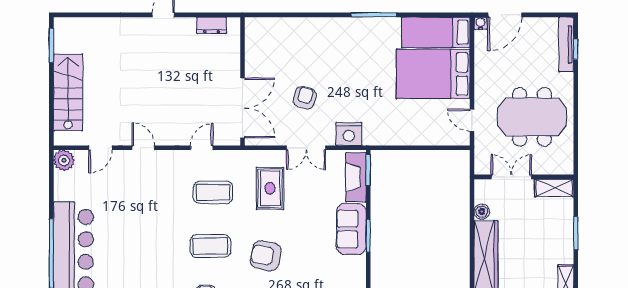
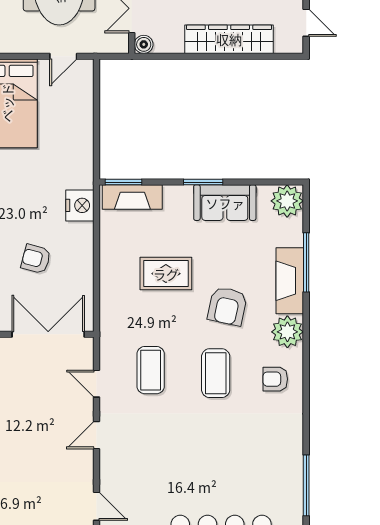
door: (143, 148) -> (97, 435), moved
double door: (306, 148) -> (97, 257), removed
rug: (270, 188) -> (166, 274), moved
boiler: (482, 212) -> (144, 44), moved
sofa: (351, 229) -> (225, 203), moved

